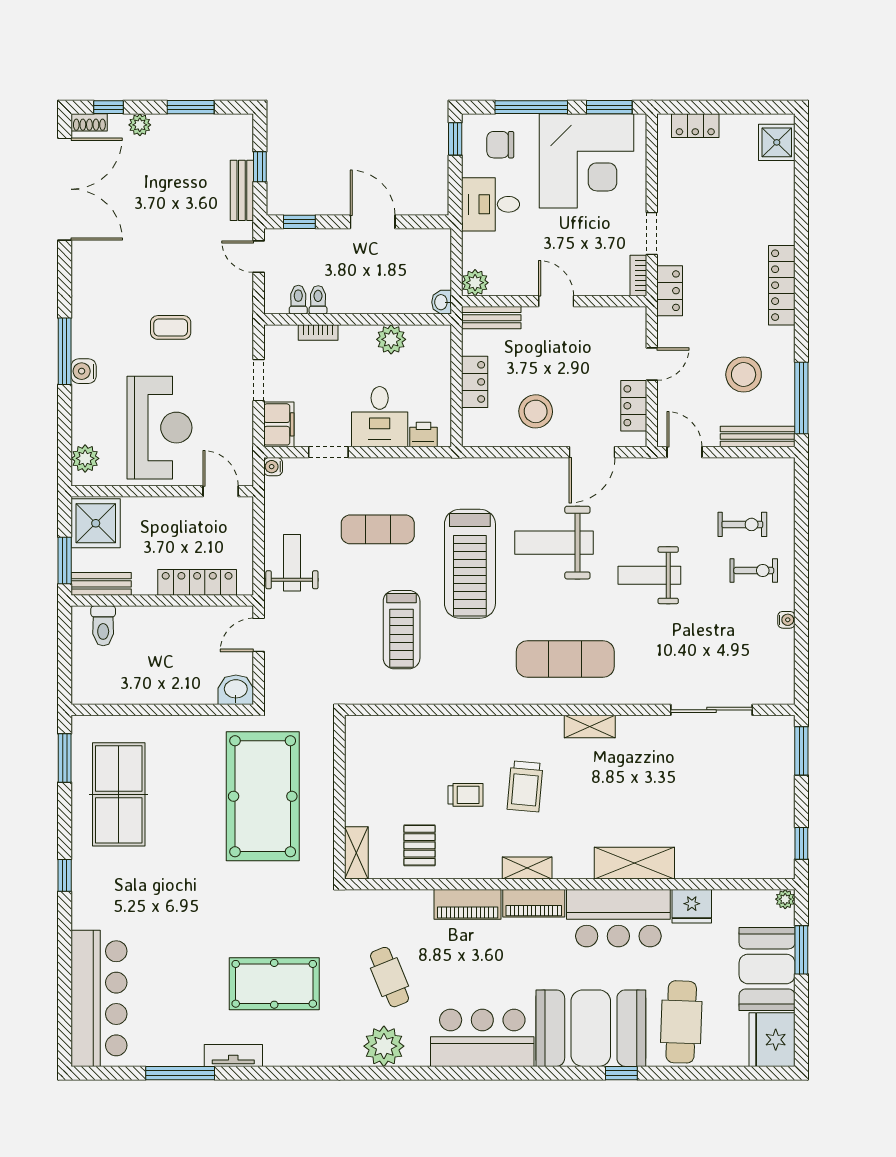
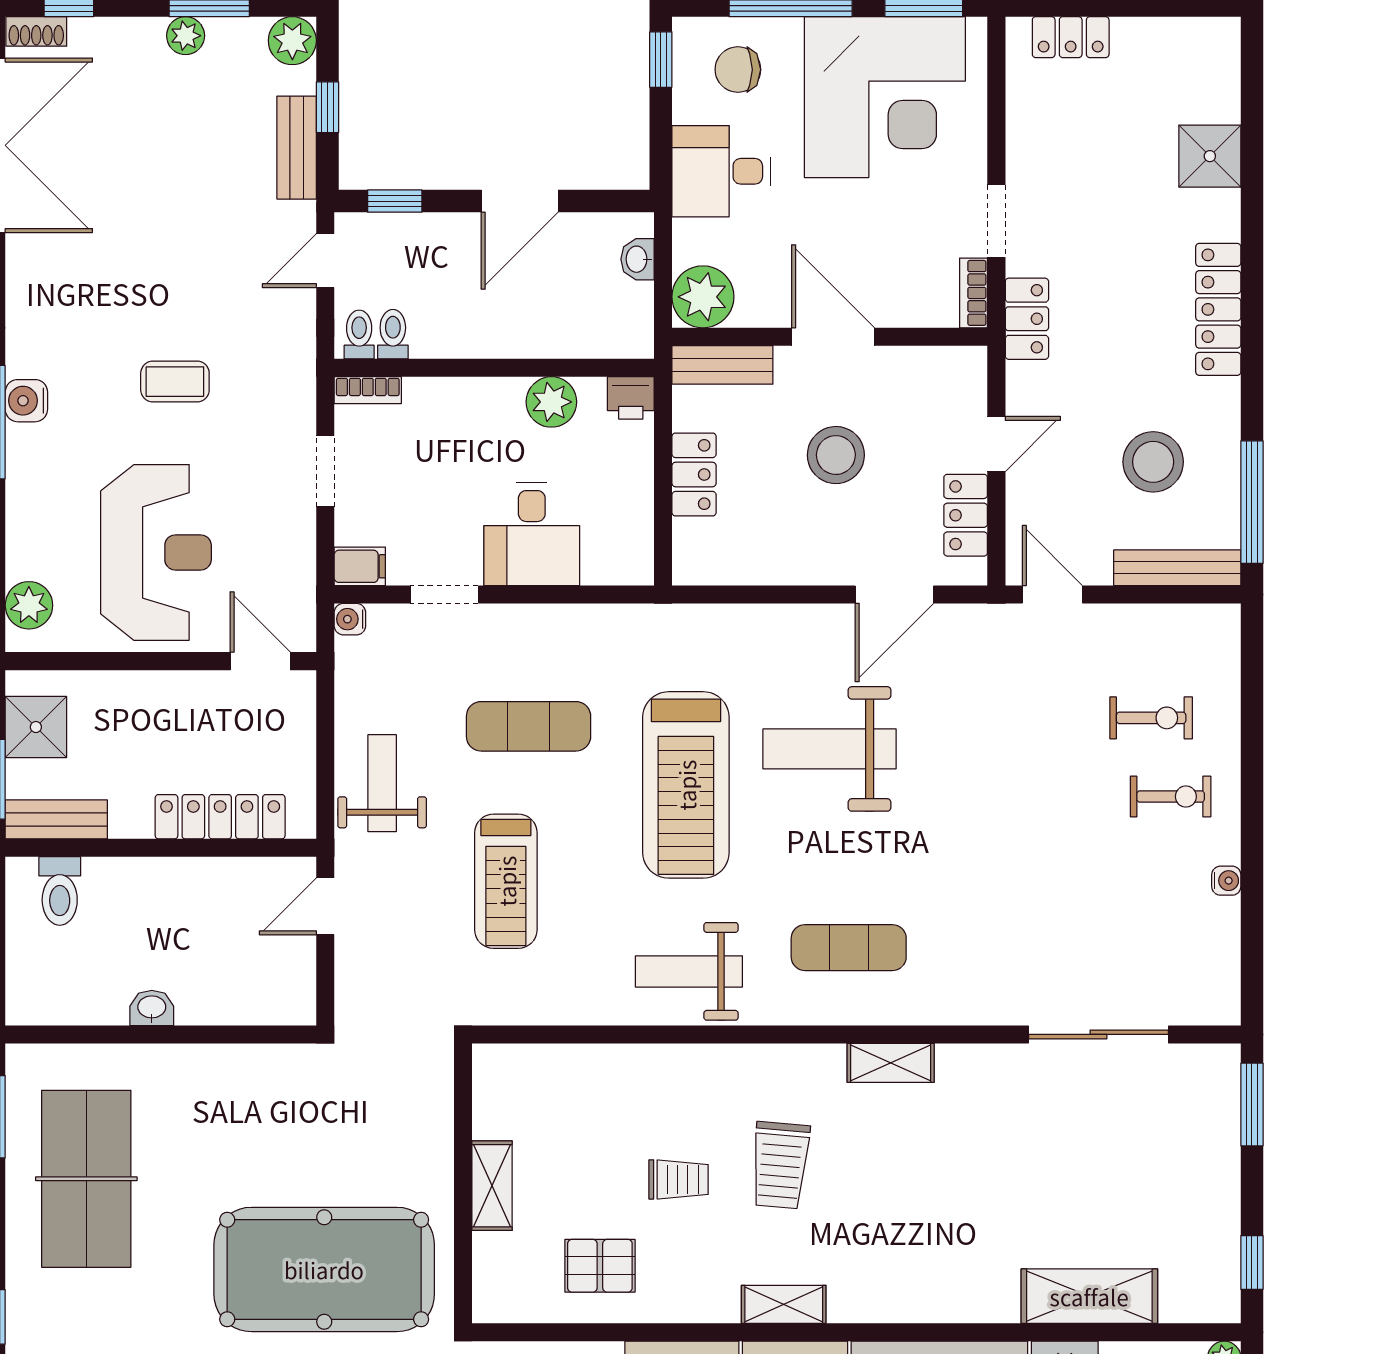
plant: (140, 125) -> (186, 36), moved
plant: (239, 128) -> (292, 41), added
shower: (777, 142) -> (1210, 156), moved
door: (373, 222) -> (520, 201), swing flipped
door: (259, 257) -> (325, 261), hinge flipped
plant: (475, 283) -> (703, 297), width x1.36, depth x1.36
toilet: (318, 300) -> (359, 334), moved
door: (556, 301) -> (833, 337), width x1.38
washbasin: (442, 302) -> (637, 259), moved
bookcase: (318, 332) -> (368, 390), moved
water cooler: (84, 371) -> (26, 401), moved
stool: (536, 411) -> (836, 455), moved
filing cabinet: (279, 424) -> (360, 566), width x0.50
printer: (423, 435) -> (631, 398), moved, turned 180
shower: (96, 523) -> (36, 727), width x0.73, depth x0.73
weight bench: (649, 575) -> (689, 971), moved
treadmill: (402, 630) -> (506, 881), moved
exercise mat: (565, 659) -> (849, 948), width x0.73, depth x0.69
washbasin: (236, 690) -> (152, 1008), moved, width x0.72, depth x0.69
pool table: (263, 796) -> (324, 1269), moved, turned 90
pallet: (420, 845) -> (600, 1266), turned 90
shelving: (356, 853) -> (492, 1186), moved
shelving: (634, 863) -> (1089, 1296), moved

